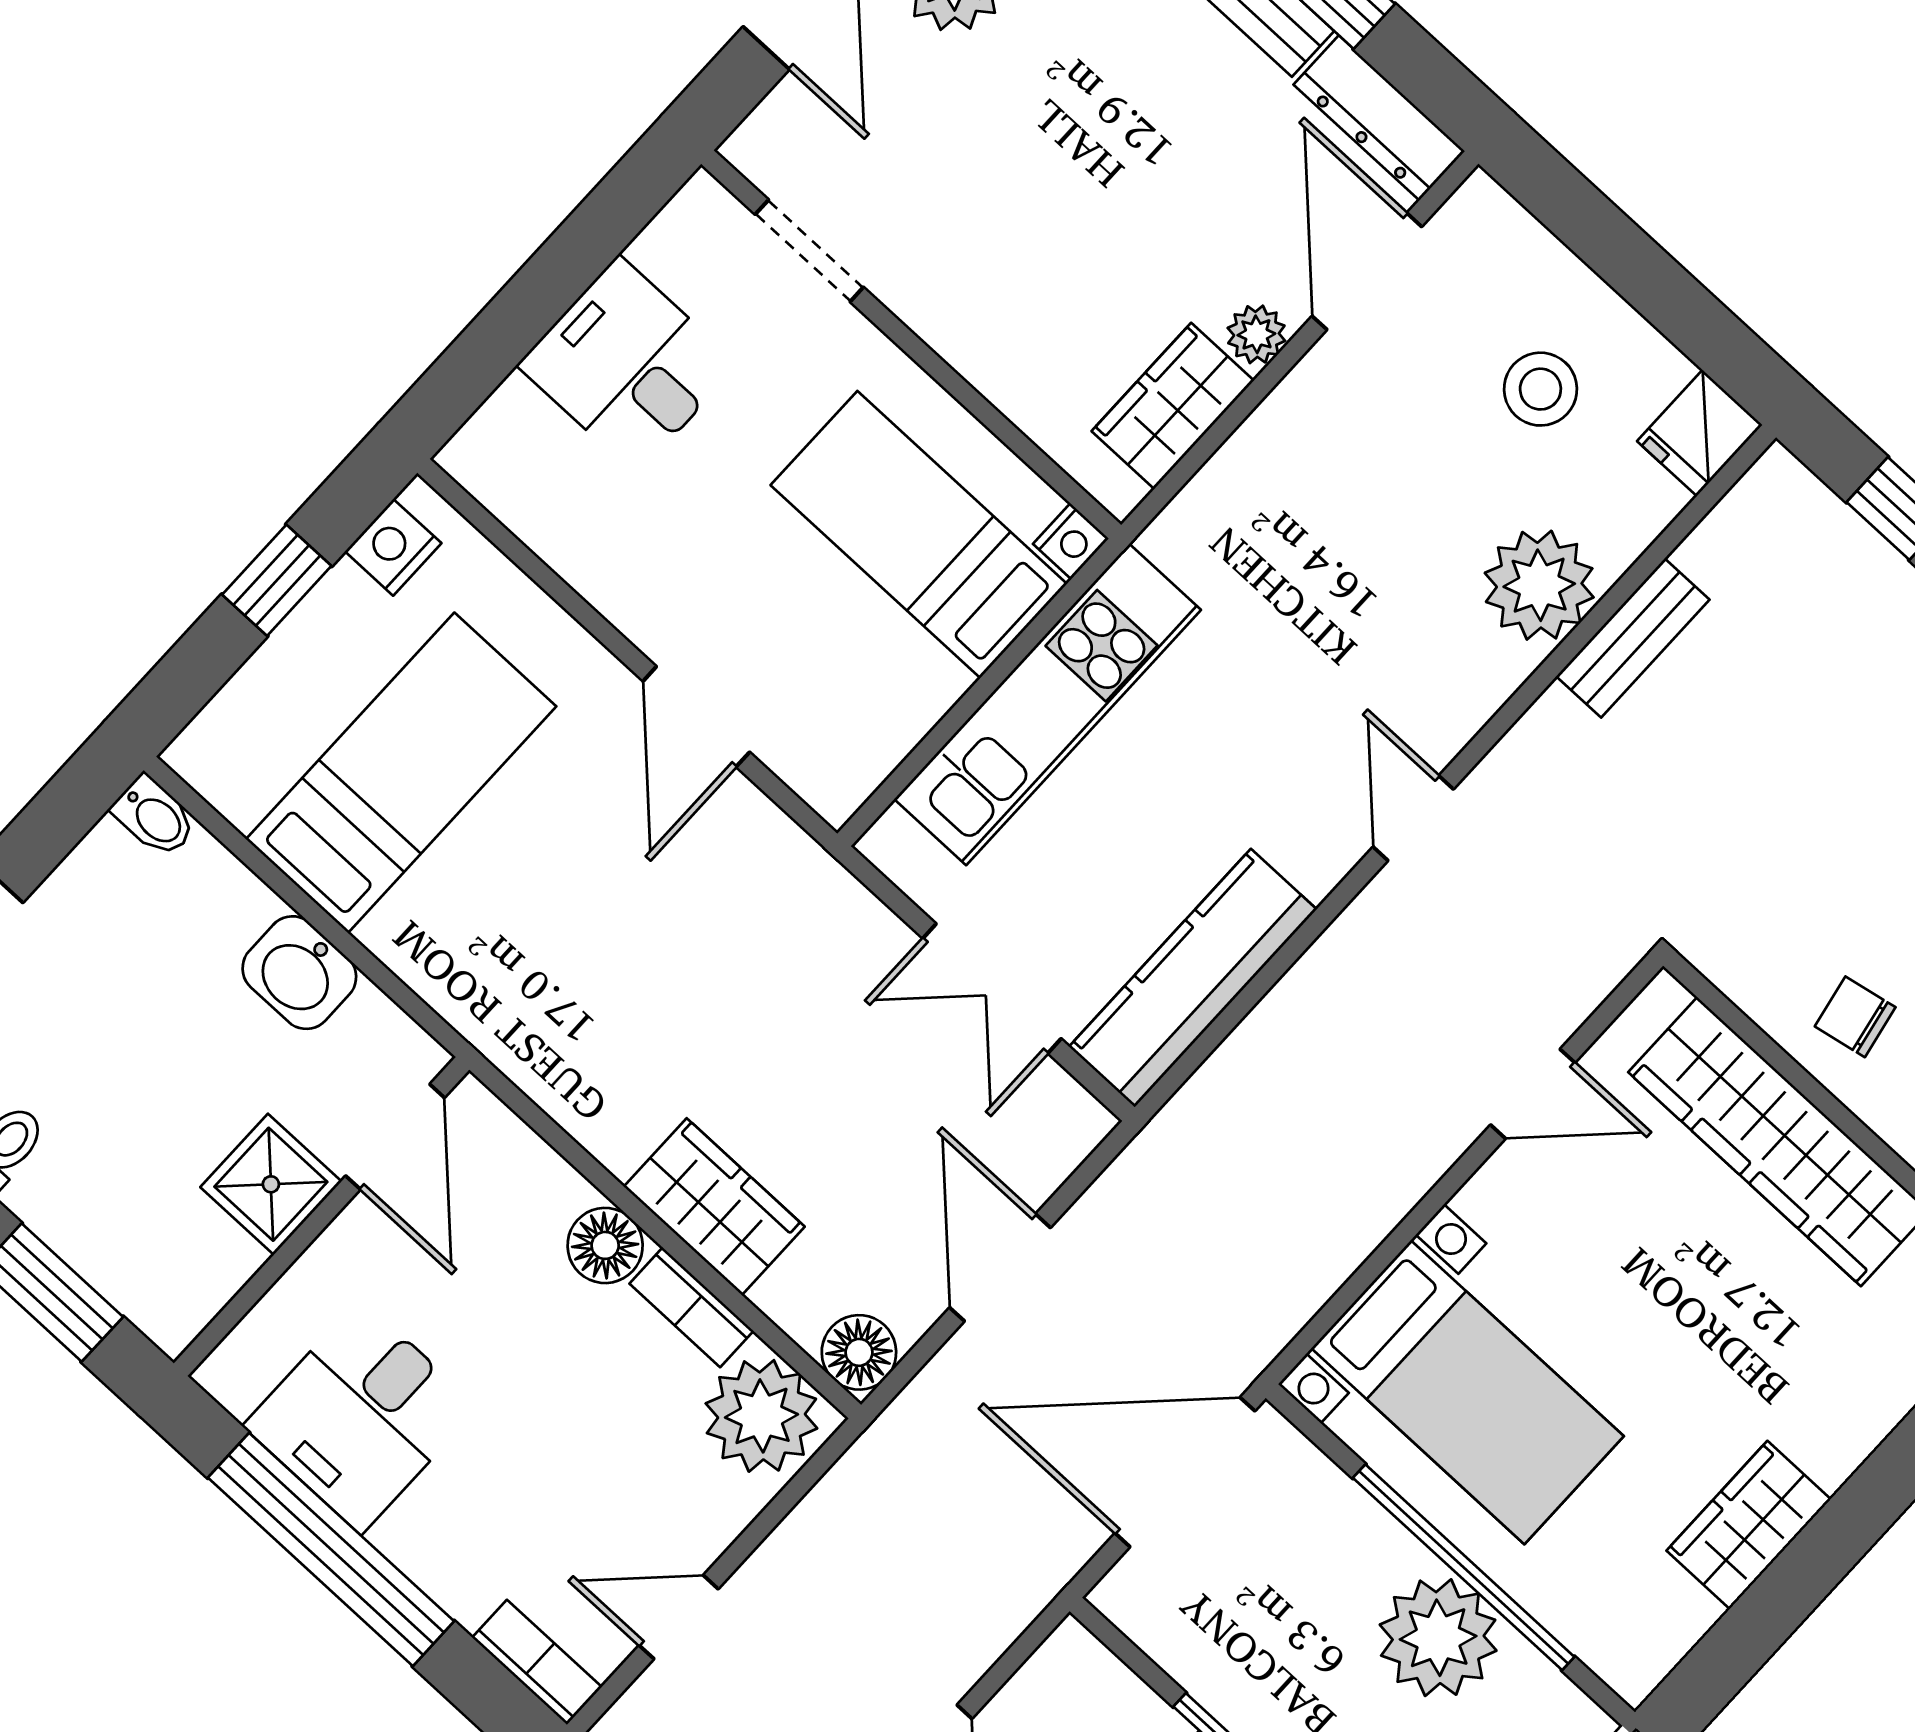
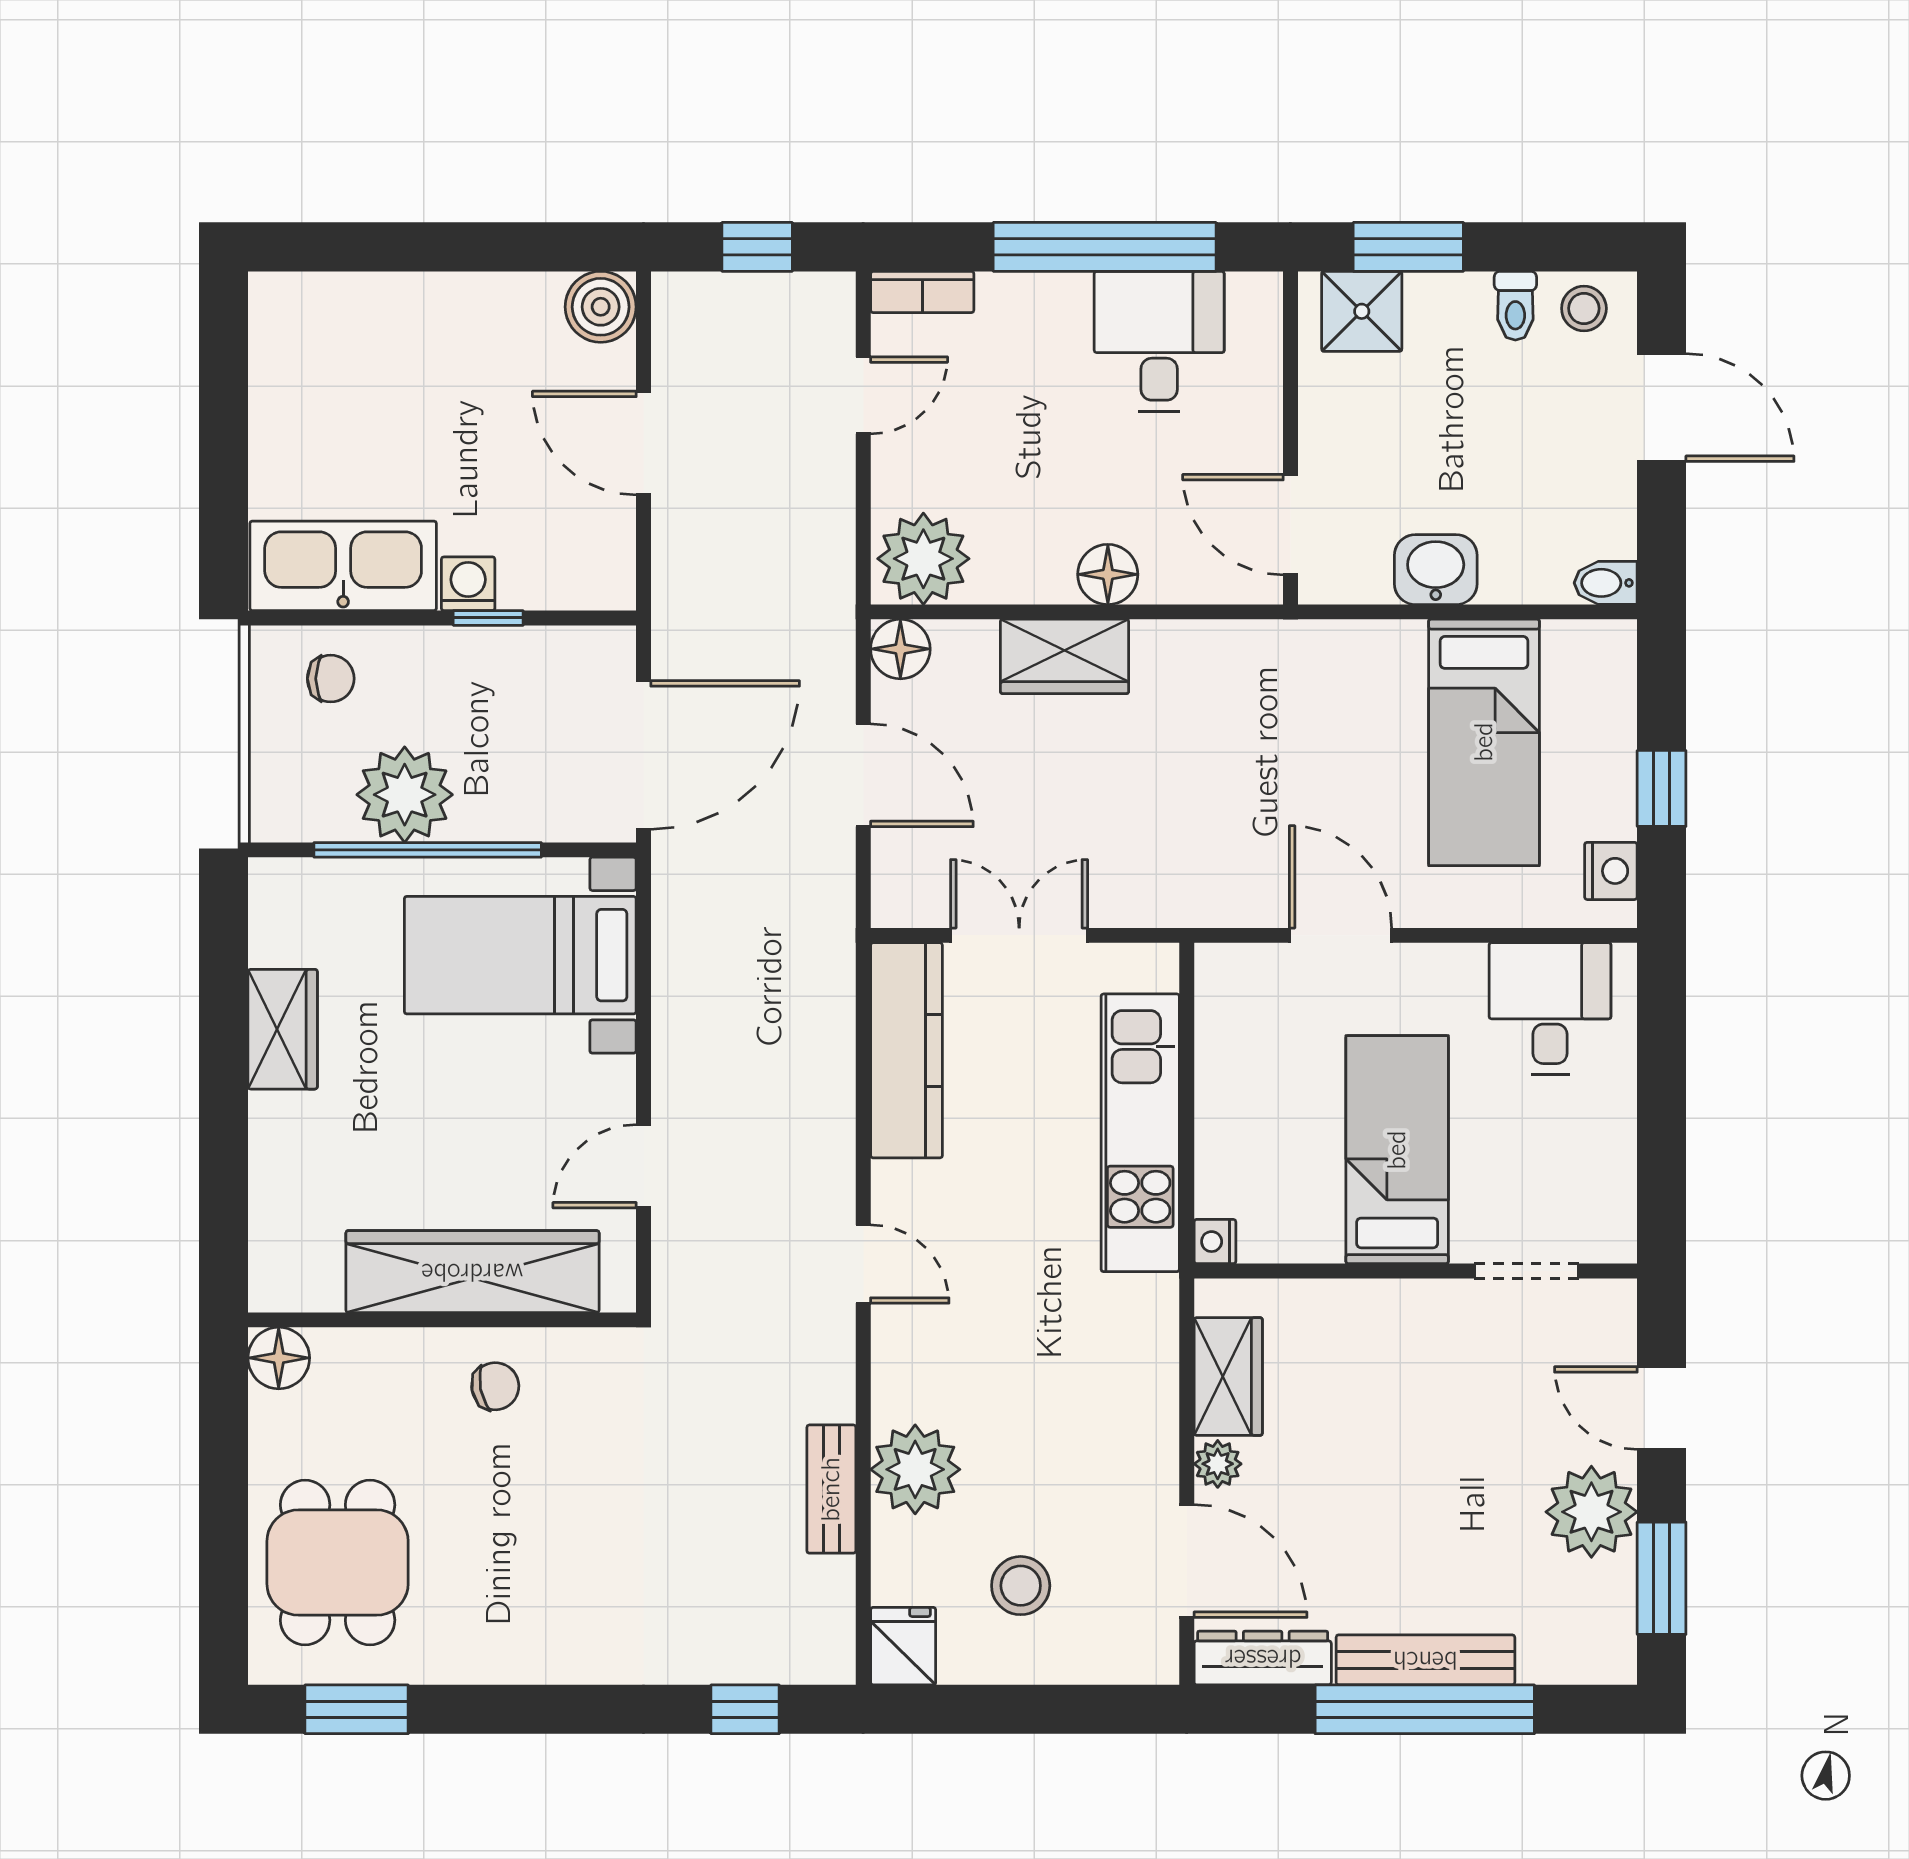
desk: (628, 365) -> (1550, 1008), moved, turned -90
bed: (919, 534) -> (1397, 1150), moved, turned -90
shower: (271, 1184) -> (1362, 311), moved
bookcase: (691, 1307) -> (1023, 585), removed

